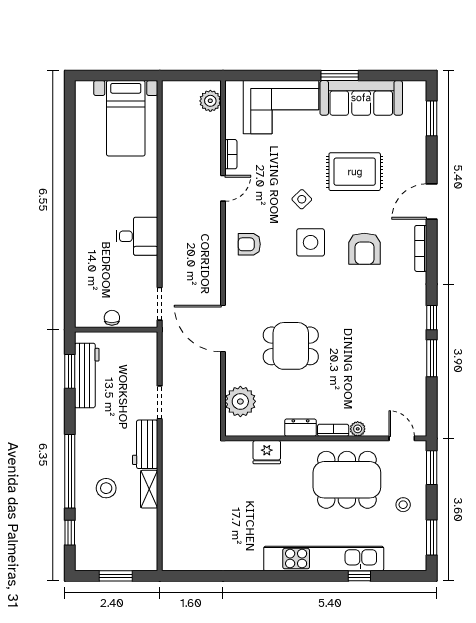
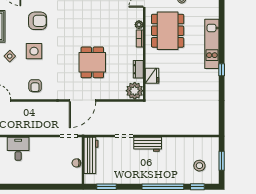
desk: (137, 236) -> (18, 149), moved
workbench: (87, 375) -> (91, 155), moved, turned 90
plant: (240, 401) -> (135, 91), moved
dresser: (300, 428) -> (138, 69), moved
stool: (106, 488) -> (199, 166), moved
shelving: (149, 489) -> (173, 142), removed
kitchen unit: (324, 559) -> (212, 44), width x0.73
window: (359, 576) -> (222, 70), moved

